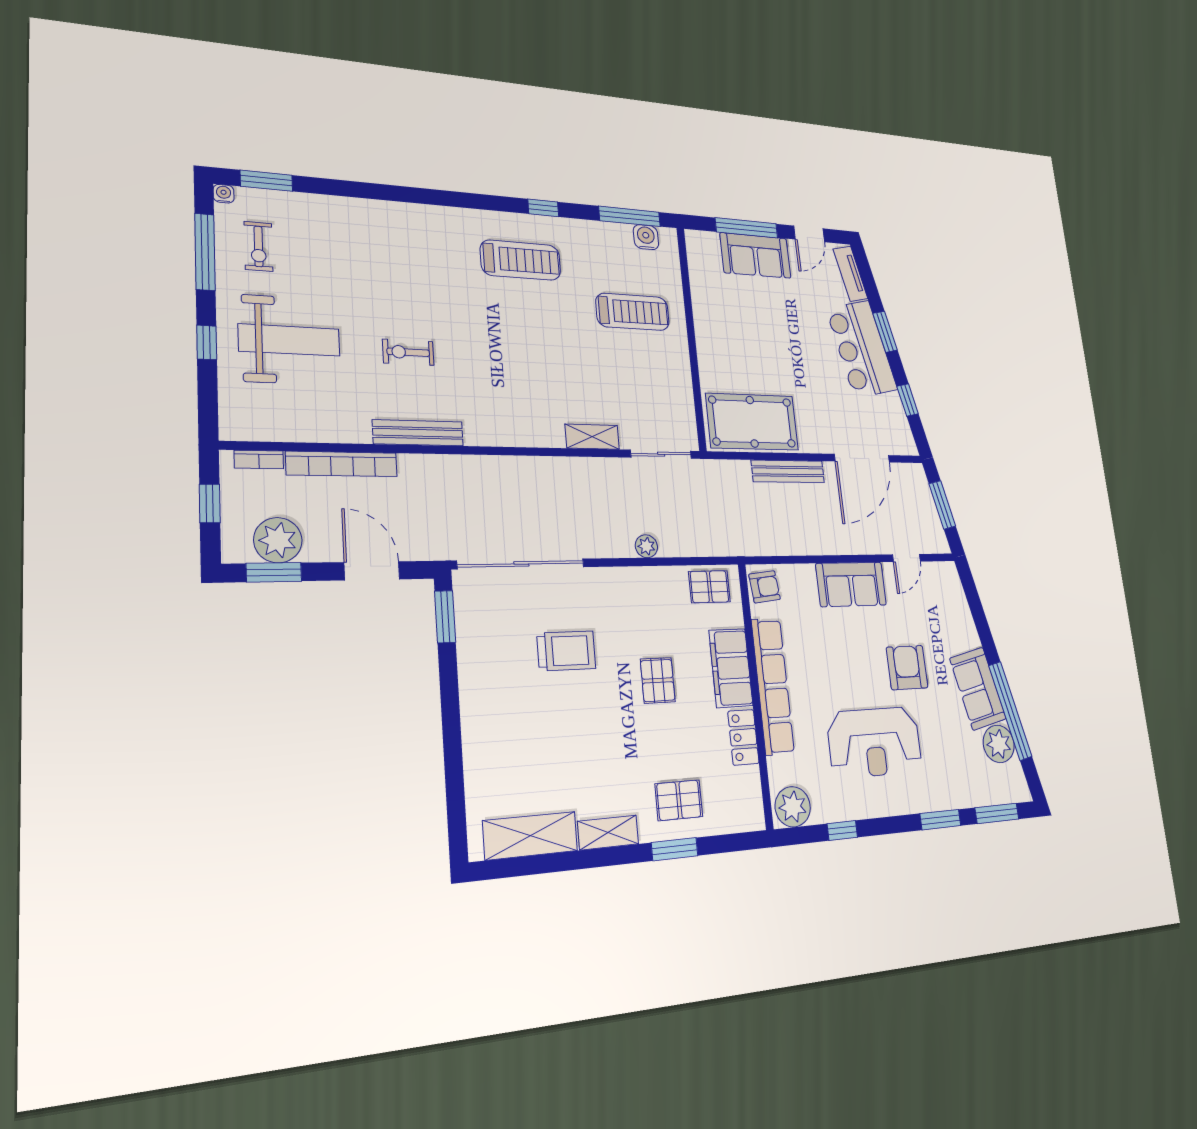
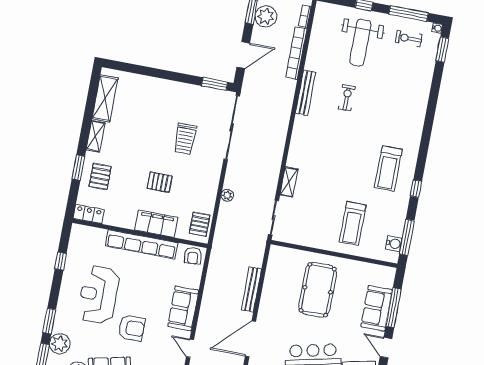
pool table: (752, 422) -> (318, 290), moved
door: (862, 458) -> (251, 339), hinge flipped
locker: (743, 737) -> (89, 214), moved
plant: (793, 807) -> (60, 344), moved

